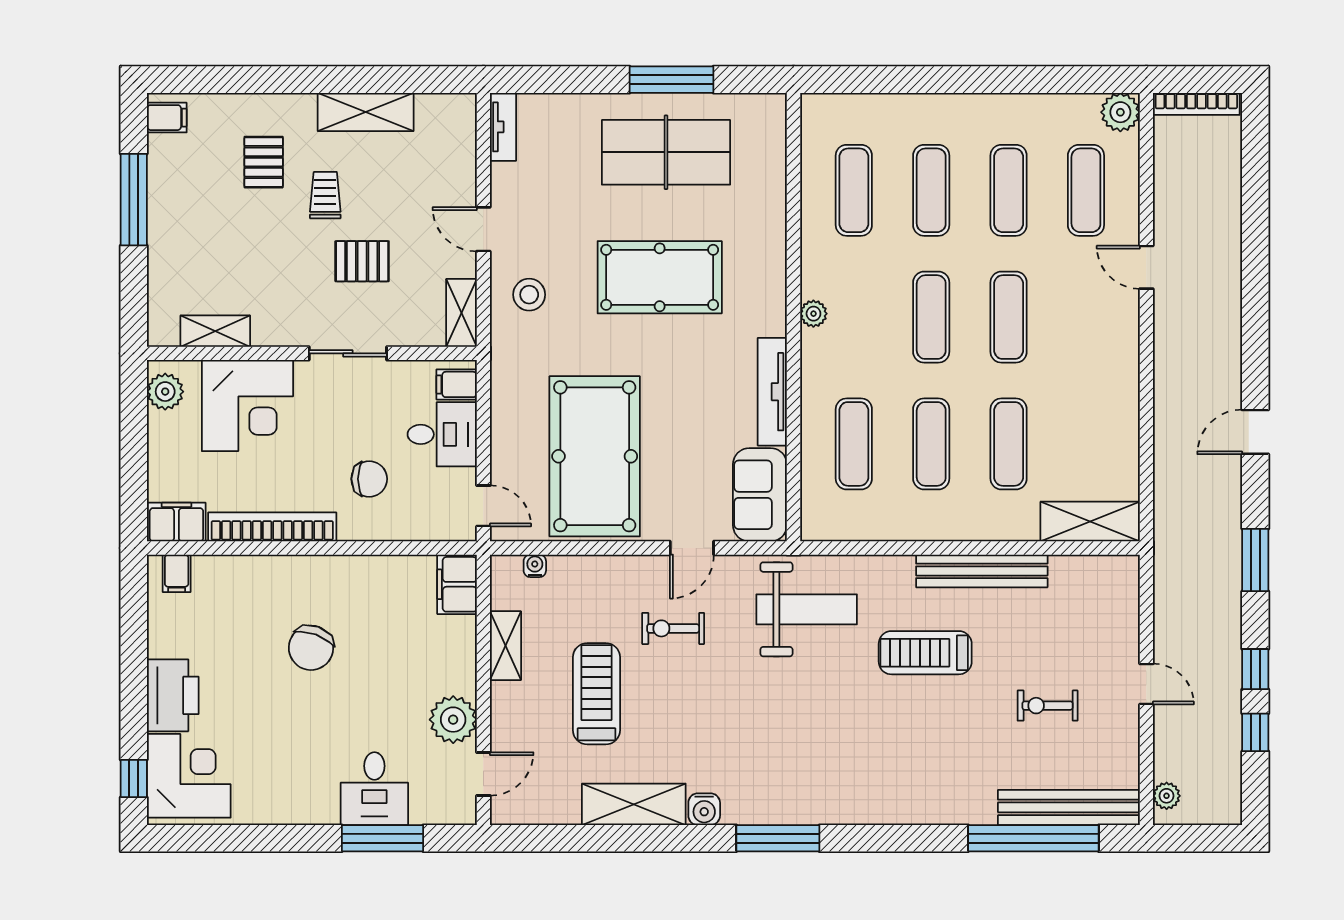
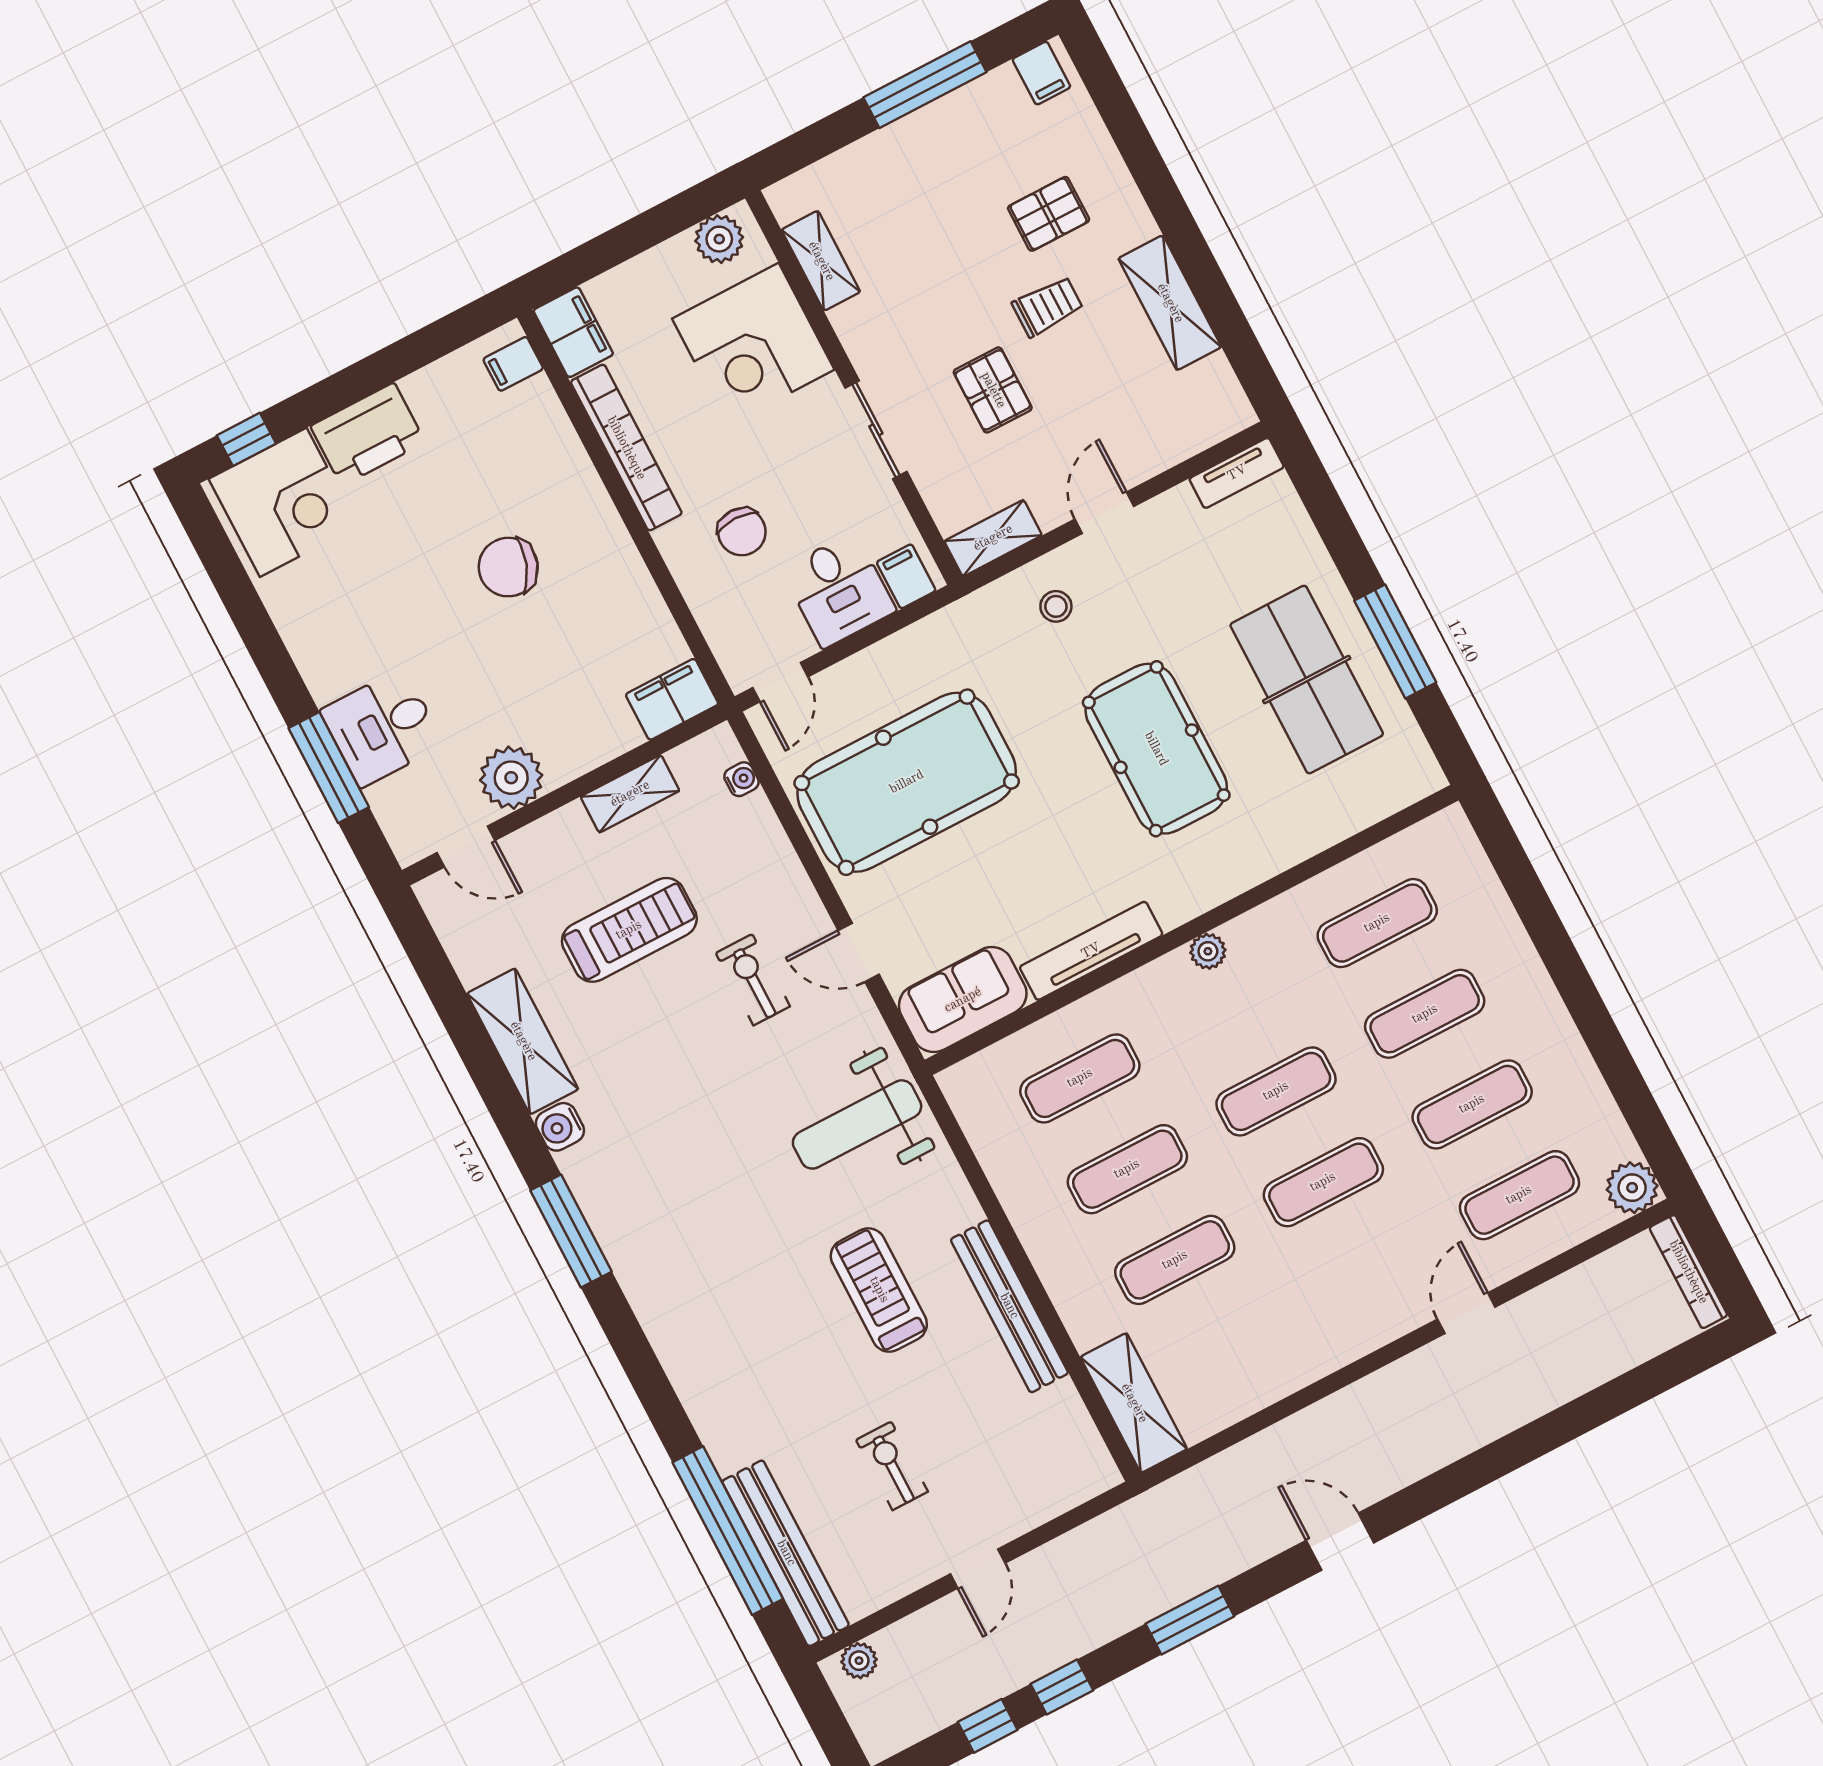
stool: (529, 295) -> (1056, 606), width x0.73, depth x0.73
weight bench: (807, 609) -> (857, 1124), turned 90

